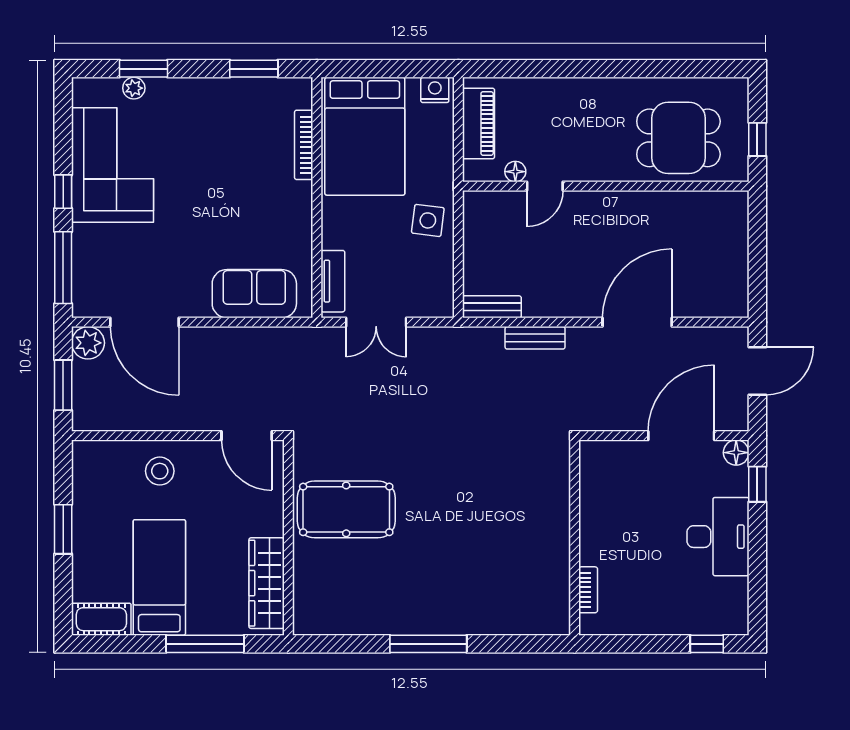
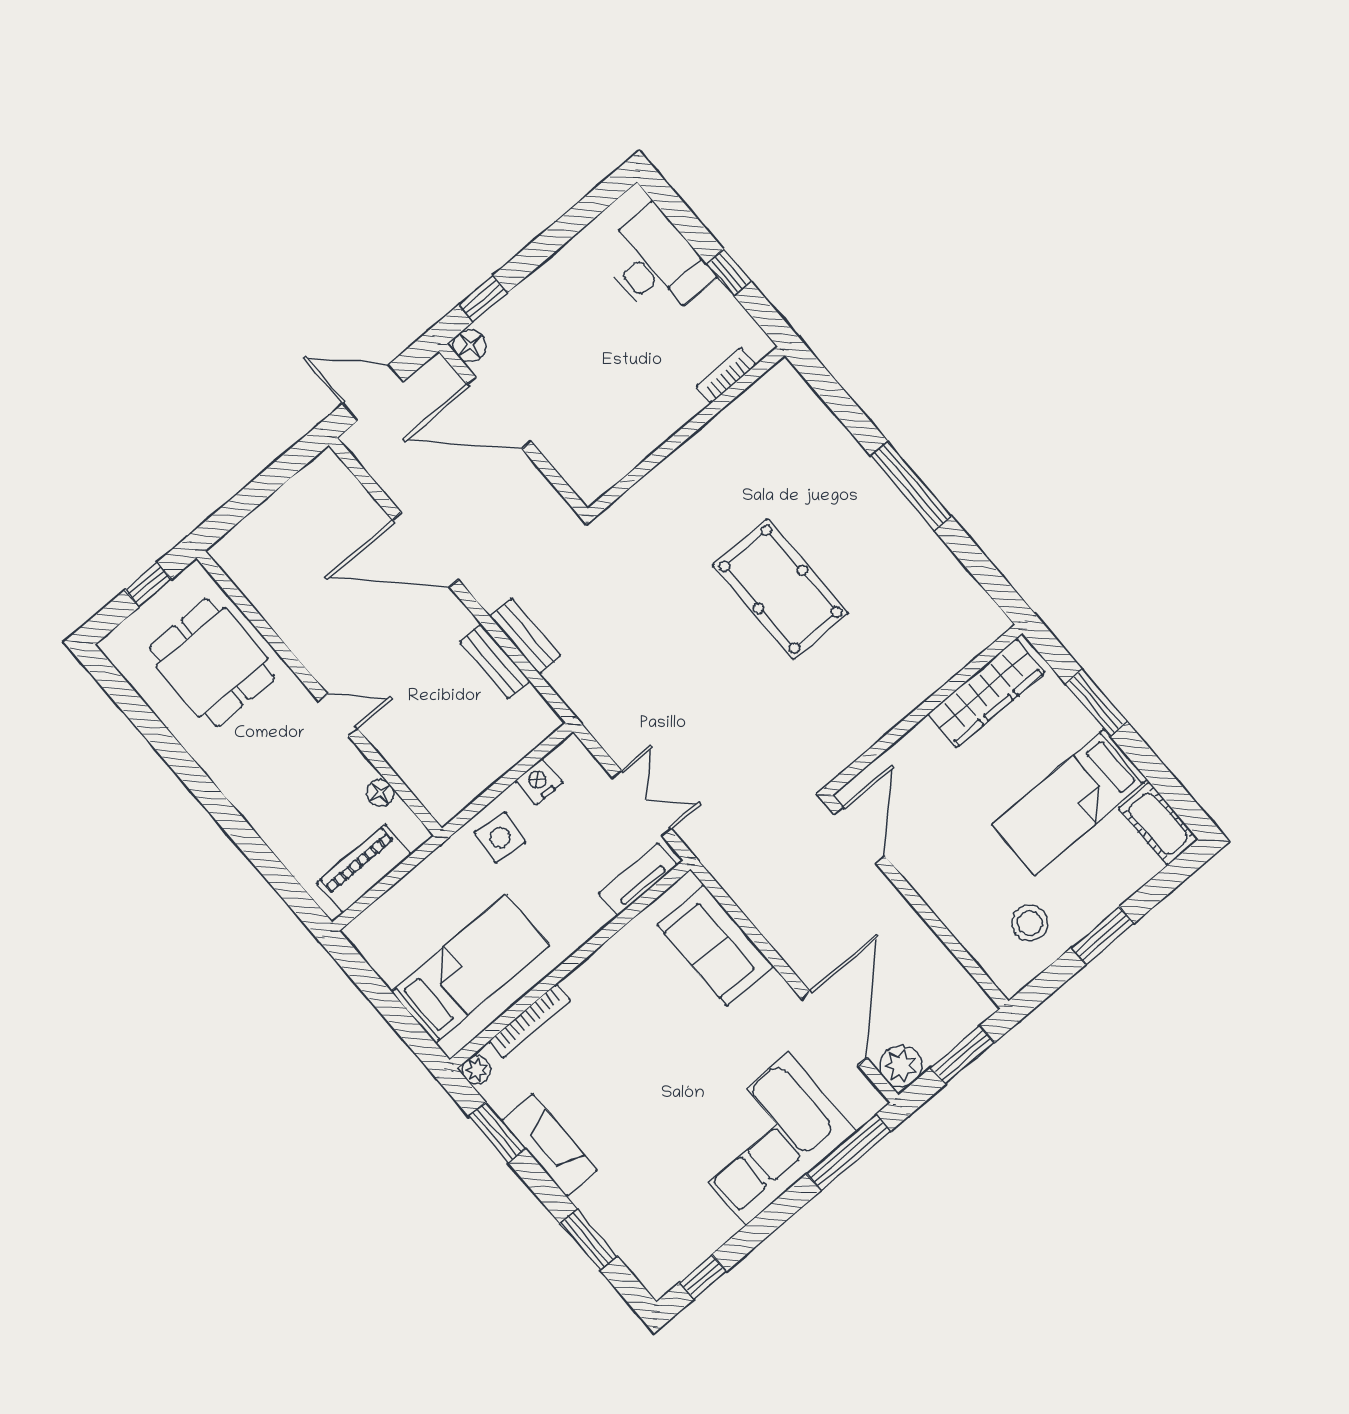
plant: (134, 88) -> (476, 1070), moved
nightstand: (435, 90) -> (539, 782), moved, turned 90
fireplace: (220, 93) -> (549, 1145), added
bed: (365, 136) -> (471, 969), width x0.67
corner sofa: (113, 165) -> (767, 1139), moved
door: (545, 186) -> (338, 715), moved
window: (63, 192) -> (703, 1277), moved
bench: (492, 307) -> (495, 661), moved
stool: (160, 471) -> (1030, 923), moved
pool table: (346, 509) -> (780, 589), moved
desk: (718, 537) -> (655, 264), moved, turned 90
window: (205, 644) -> (1096, 703), width x0.69
window: (707, 644) -> (729, 273), moved

